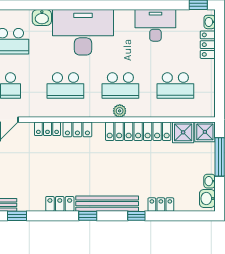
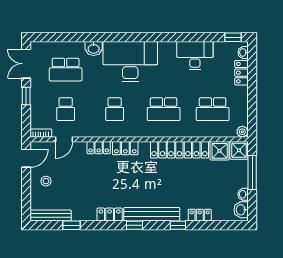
school desk: (65, 86) -> (115, 109), width x0.54
plant: (120, 111) -> (242, 132), moved

